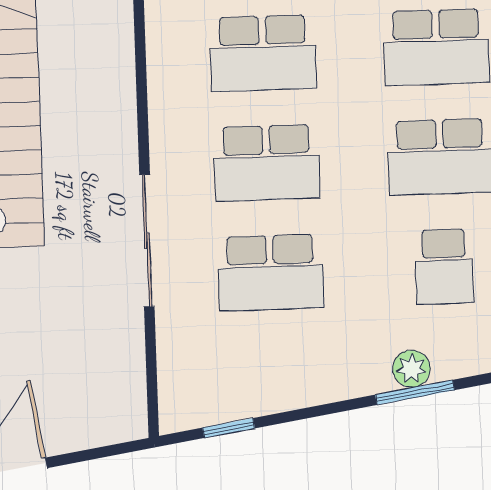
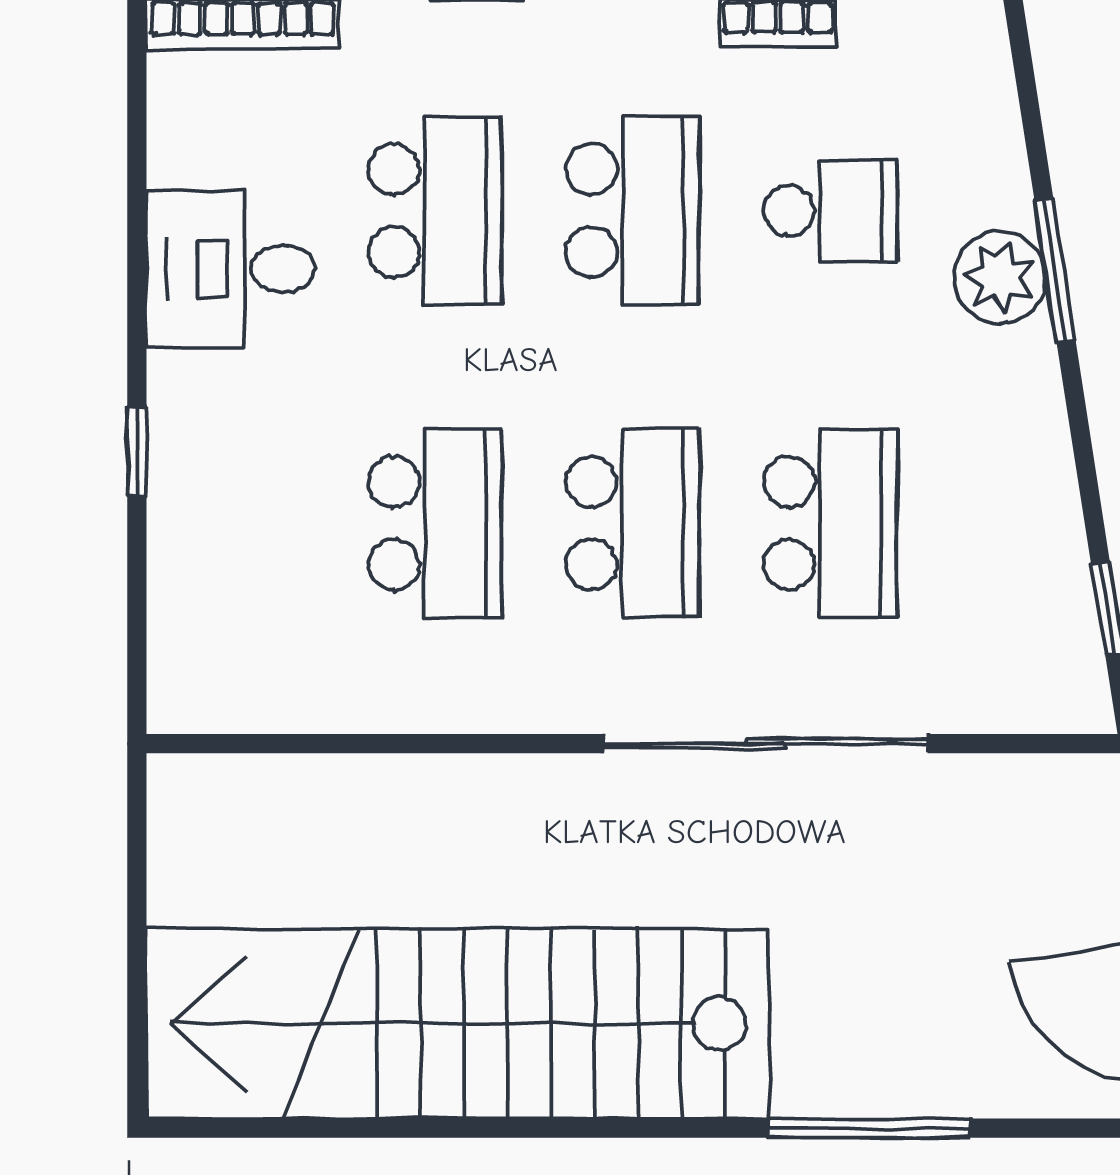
sliding door: (147, 241) -> (766, 744), width x1.36
plant: (411, 369) -> (1000, 277), width x1.38, depth x1.38

